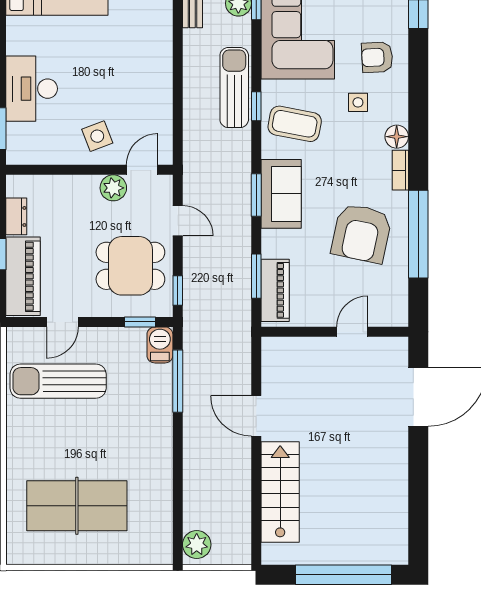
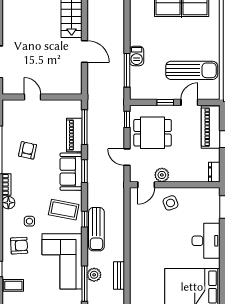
desk: (32, 89) -> (206, 241), moved
dresser: (16, 216) -> (214, 172), moved
armchair: (361, 233) -> (28, 150), width x0.53, depth x0.53
window: (256, 276) -> (84, 127), width x1.44
piano: (275, 290) -> (74, 135), moved
window: (140, 322) -> (165, 102), moved
door: (352, 332) -> (32, 97), swing flipped
barbecue: (160, 345) -> (137, 56), moved

